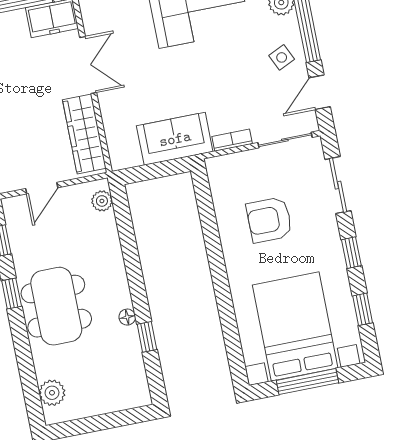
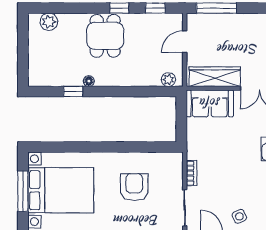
sofa: (175, 139) -> (210, 103), moved, turned 90
door: (42, 188) -> (185, 42), hinge flipped
dining table: (56, 306) -> (105, 36), width x0.73

